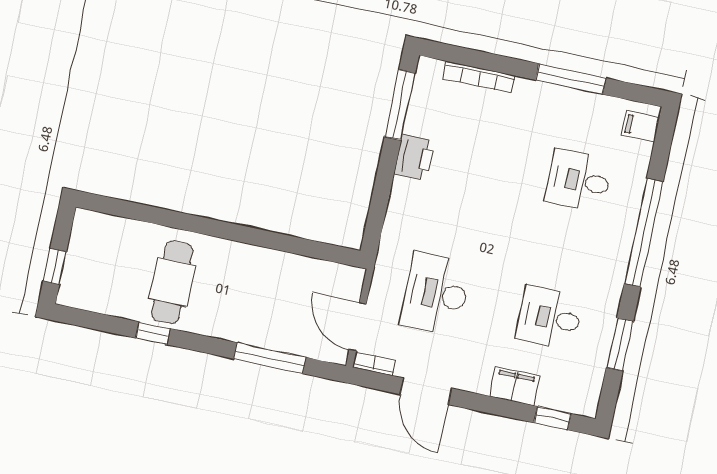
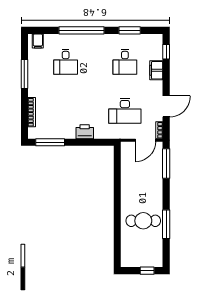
printer: (414, 157) -> (85, 132), moved
window: (153, 333) -> (166, 224), width x2.17
window: (270, 358) -> (166, 164), moved

